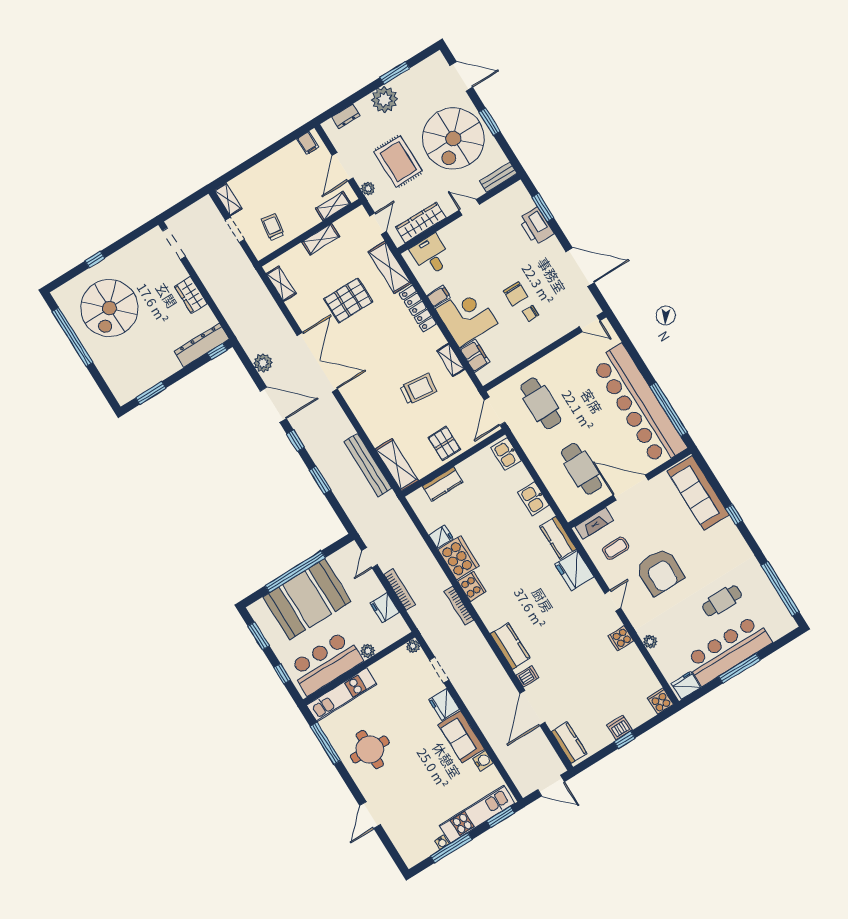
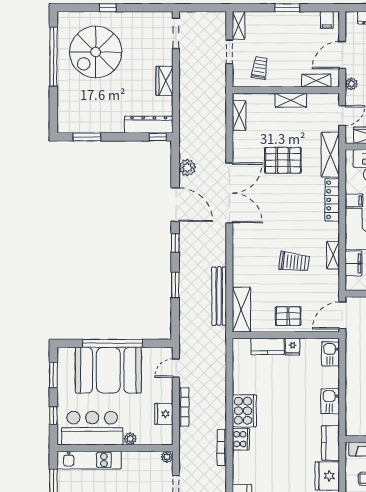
window: (263, 155) -> (287, 8), added
pallet: (444, 443) -> (288, 316), turned 90
fridge: (441, 537) -> (292, 347), moved, turned 90

